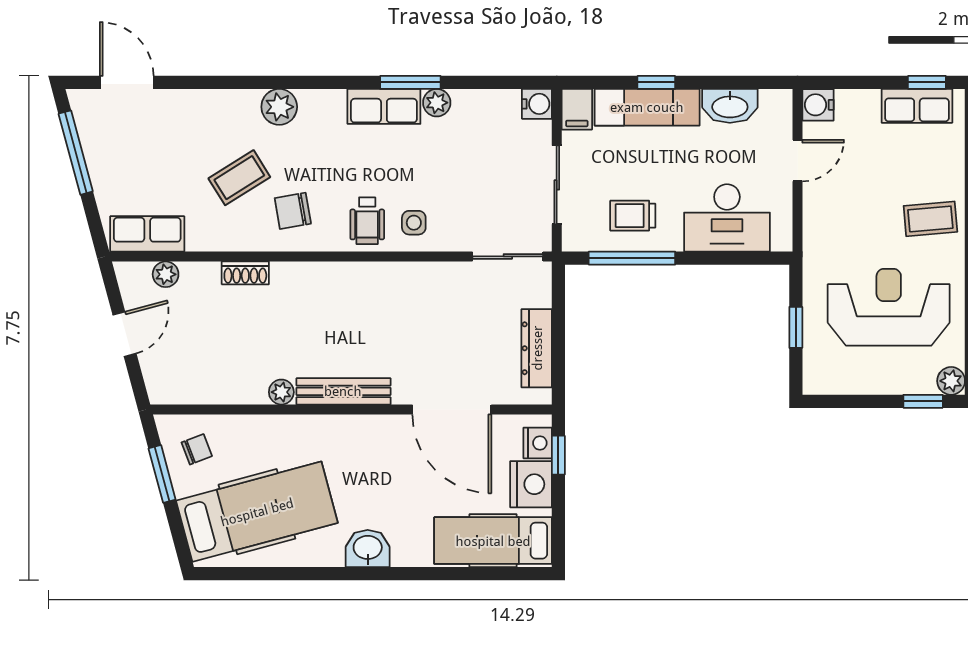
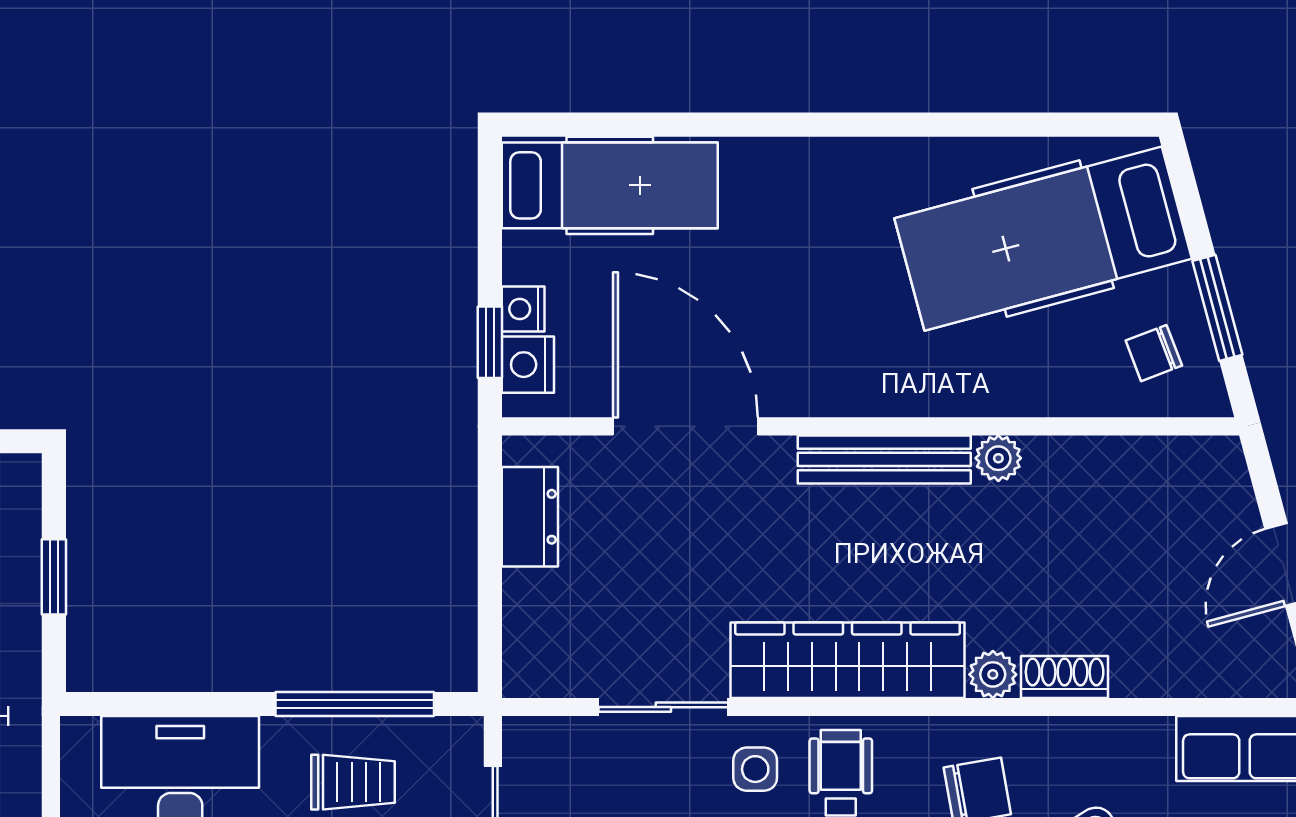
sliding door: (508, 256) -> (663, 707), moved
plant: (166, 274) -> (993, 674), moved
wardrobe: (364, 282) -> (847, 660), added
dresser: (537, 348) -> (530, 517), width x0.70
nightstand: (531, 484) -> (523, 309), width x0.53, depth x0.56
washbasin: (368, 549) -> (840, 171), removed

